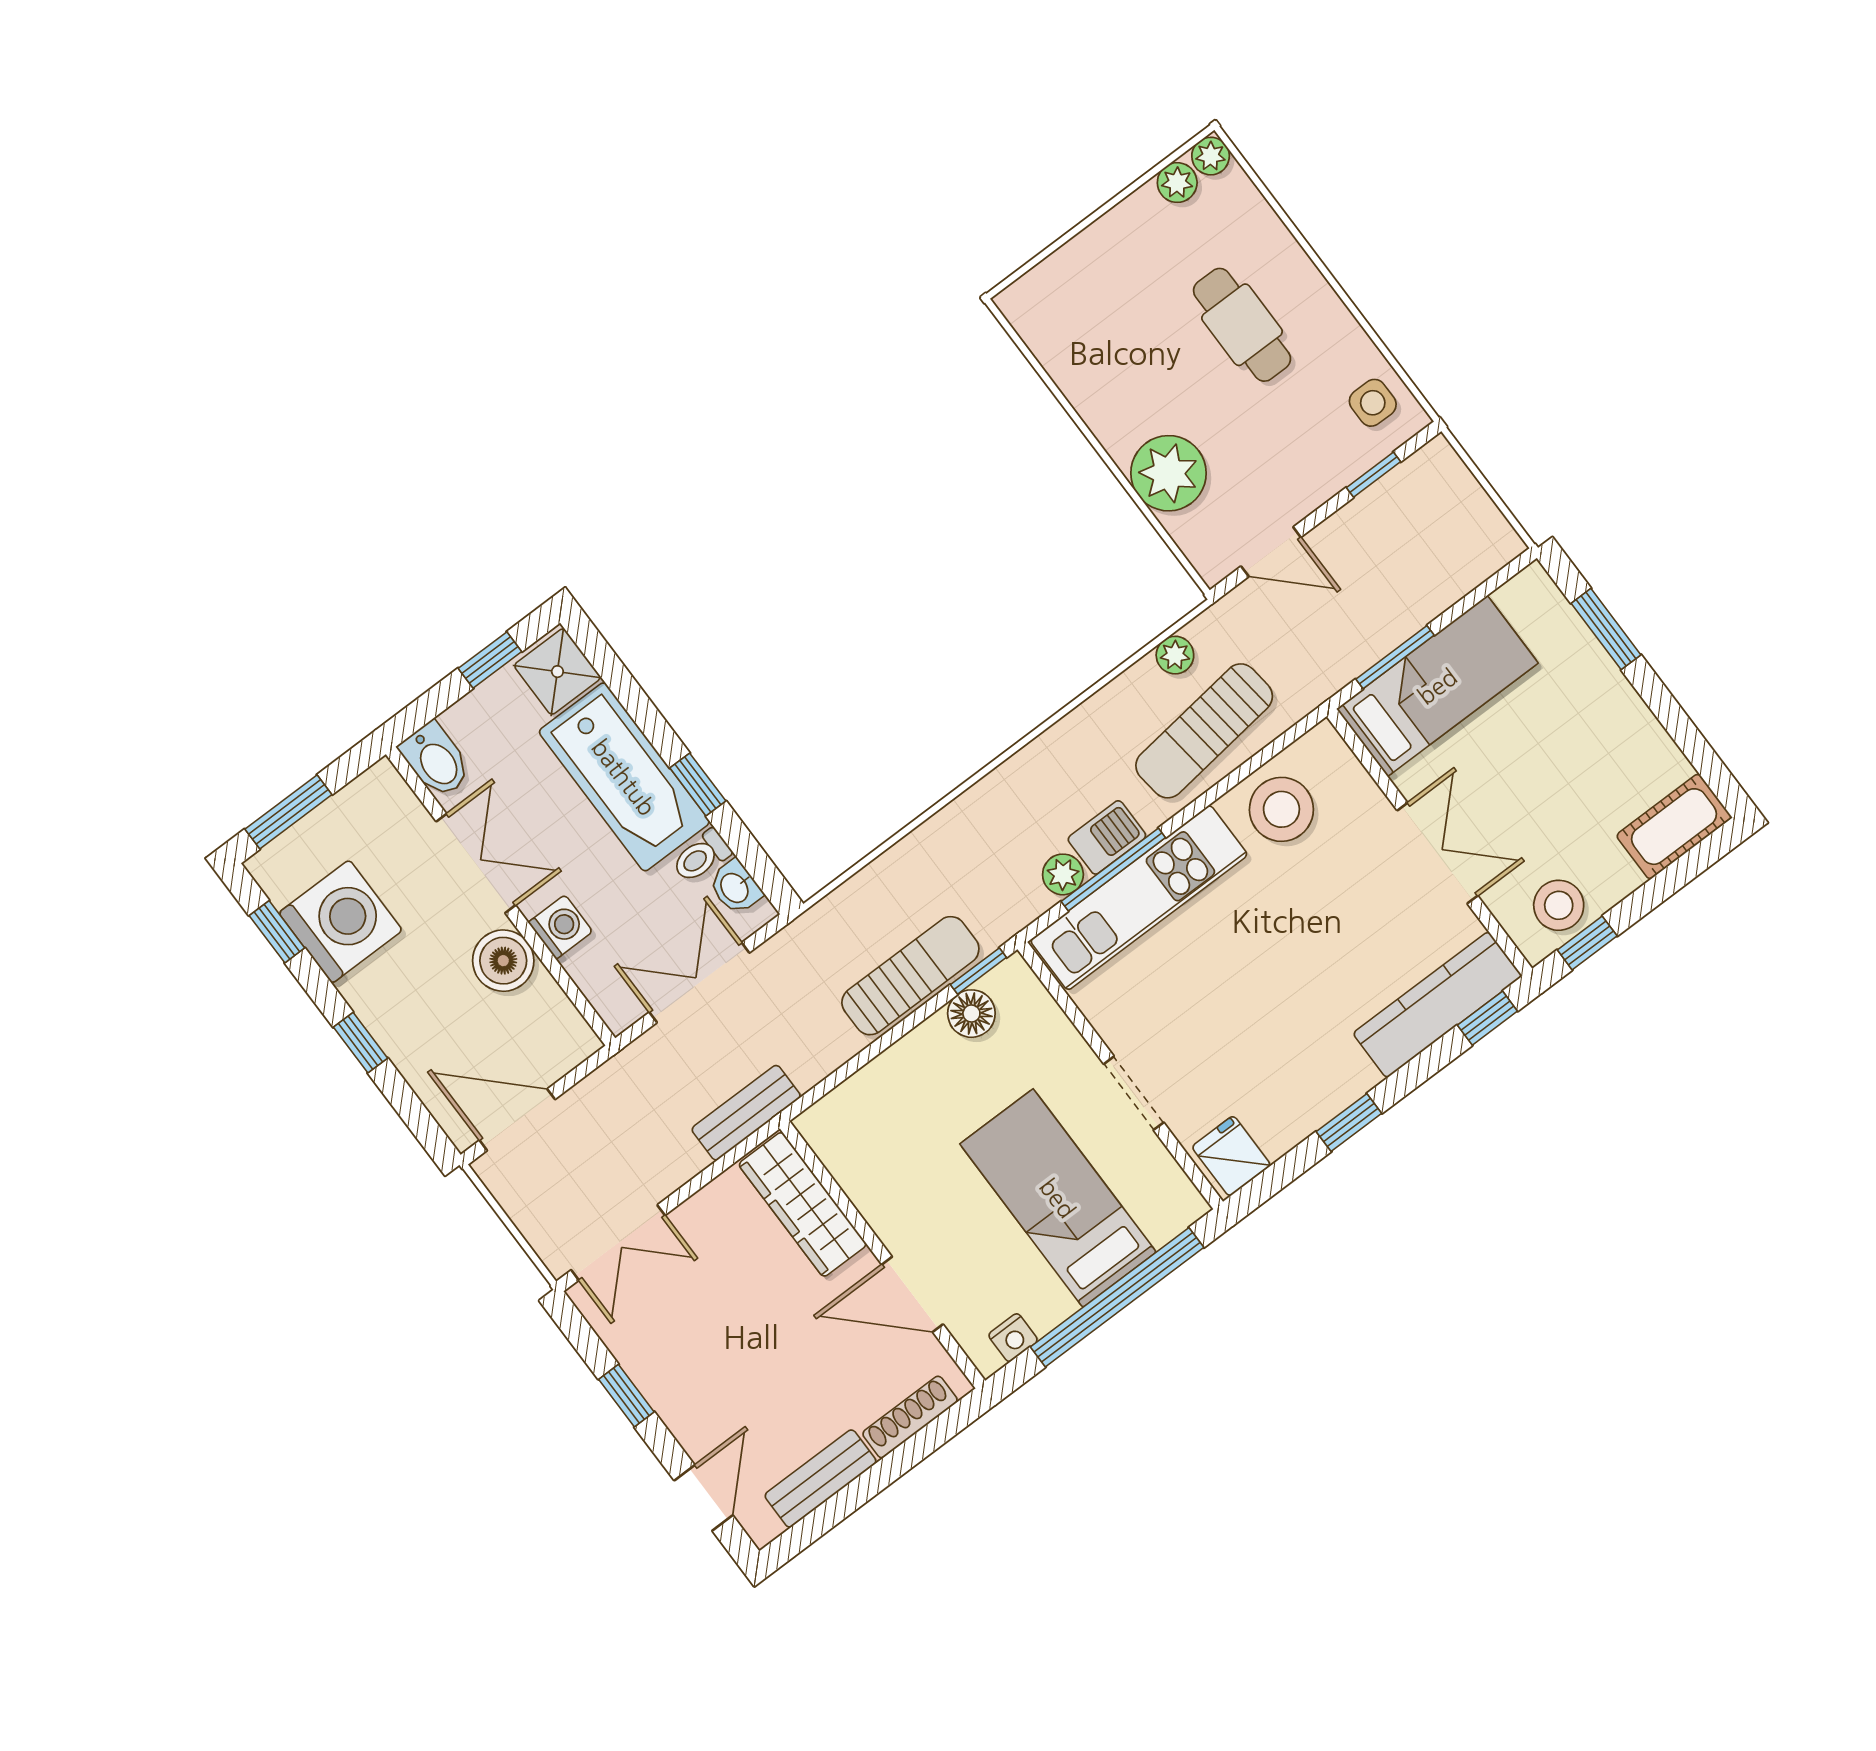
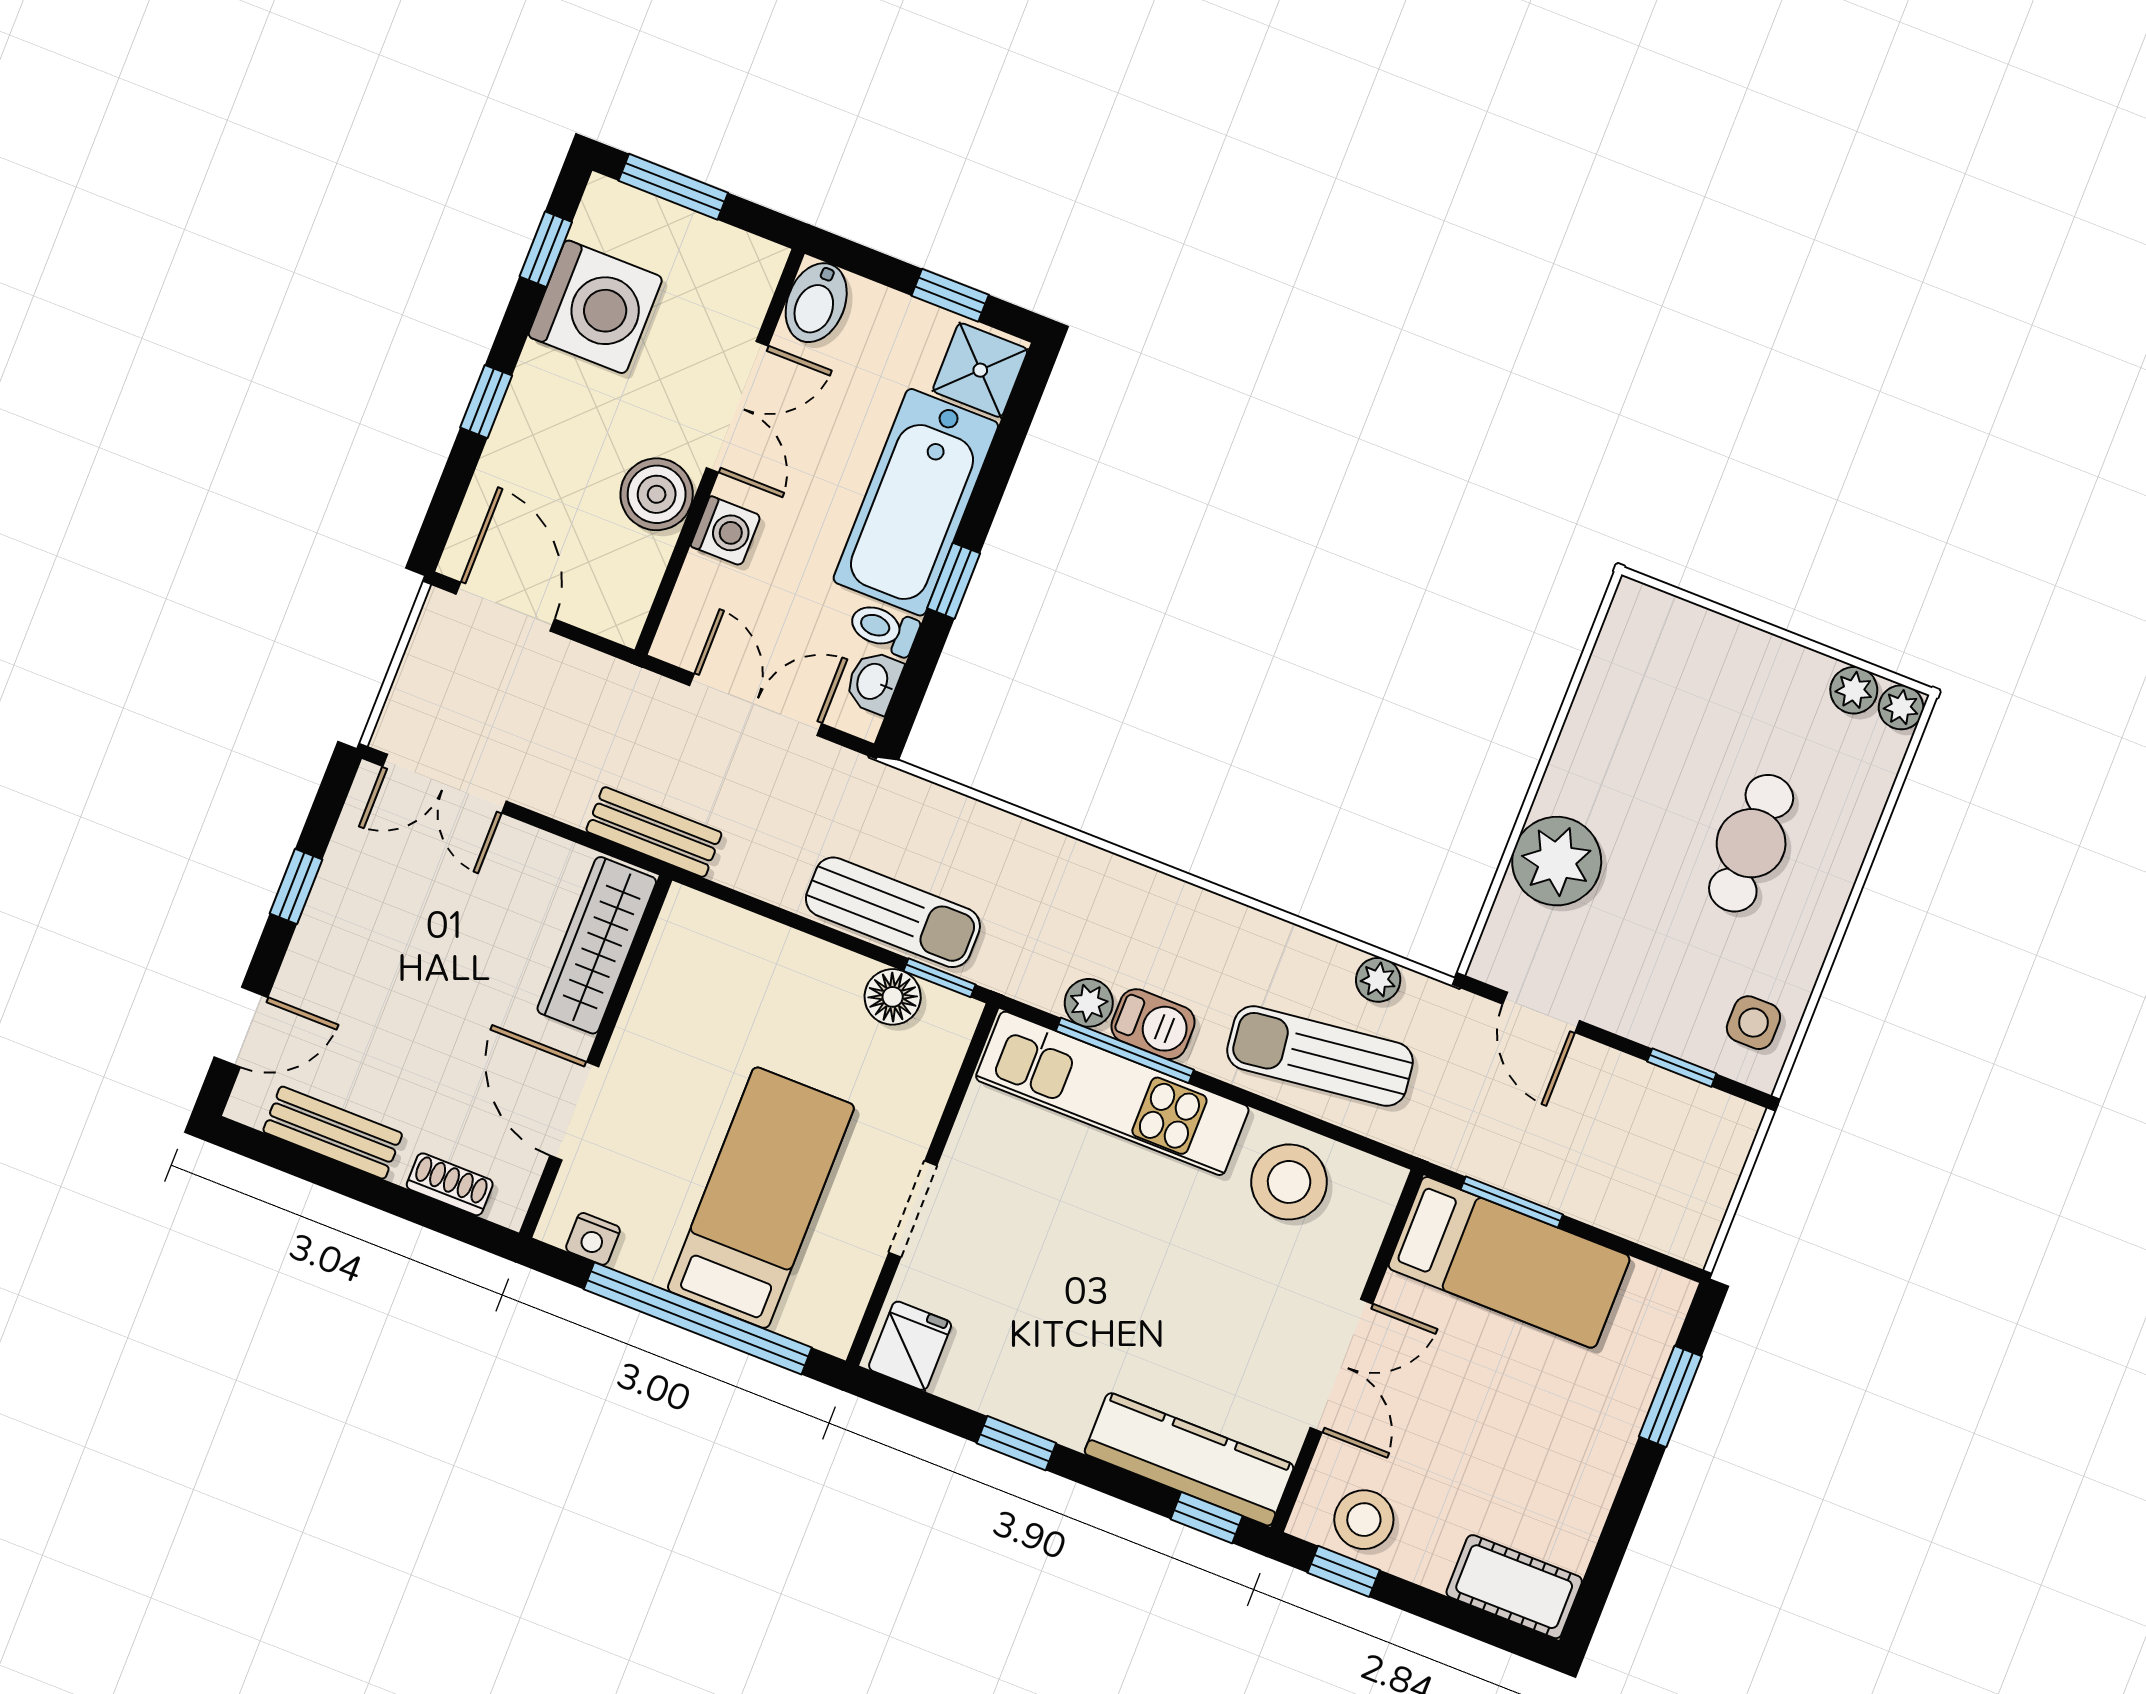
shoe rack: (910, 1417) -> (450, 1184), width x0.70

